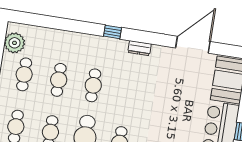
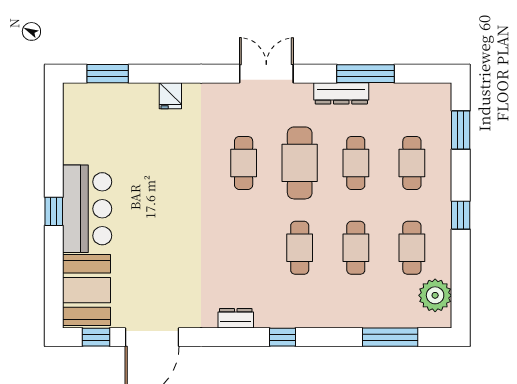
window: (46, 22) -> (390, 337), added
window: (227, 50) -> (96, 337), added

